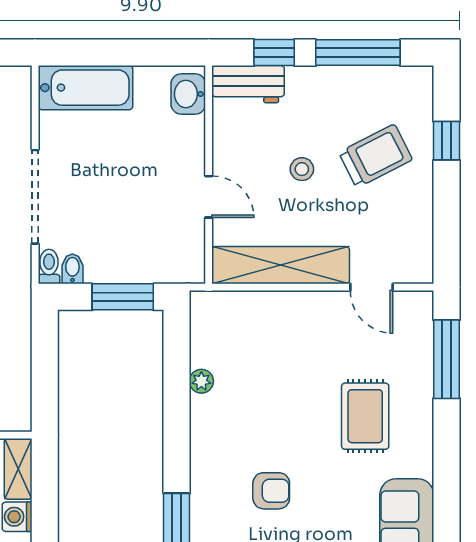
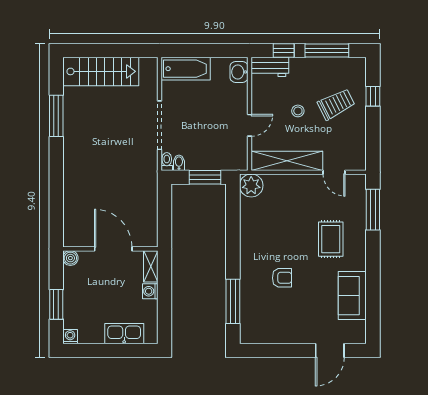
door: (209, 197) -> (250, 125), hinge flipped
plant: (201, 381) -> (251, 185), moved, width x1.88, depth x1.88

